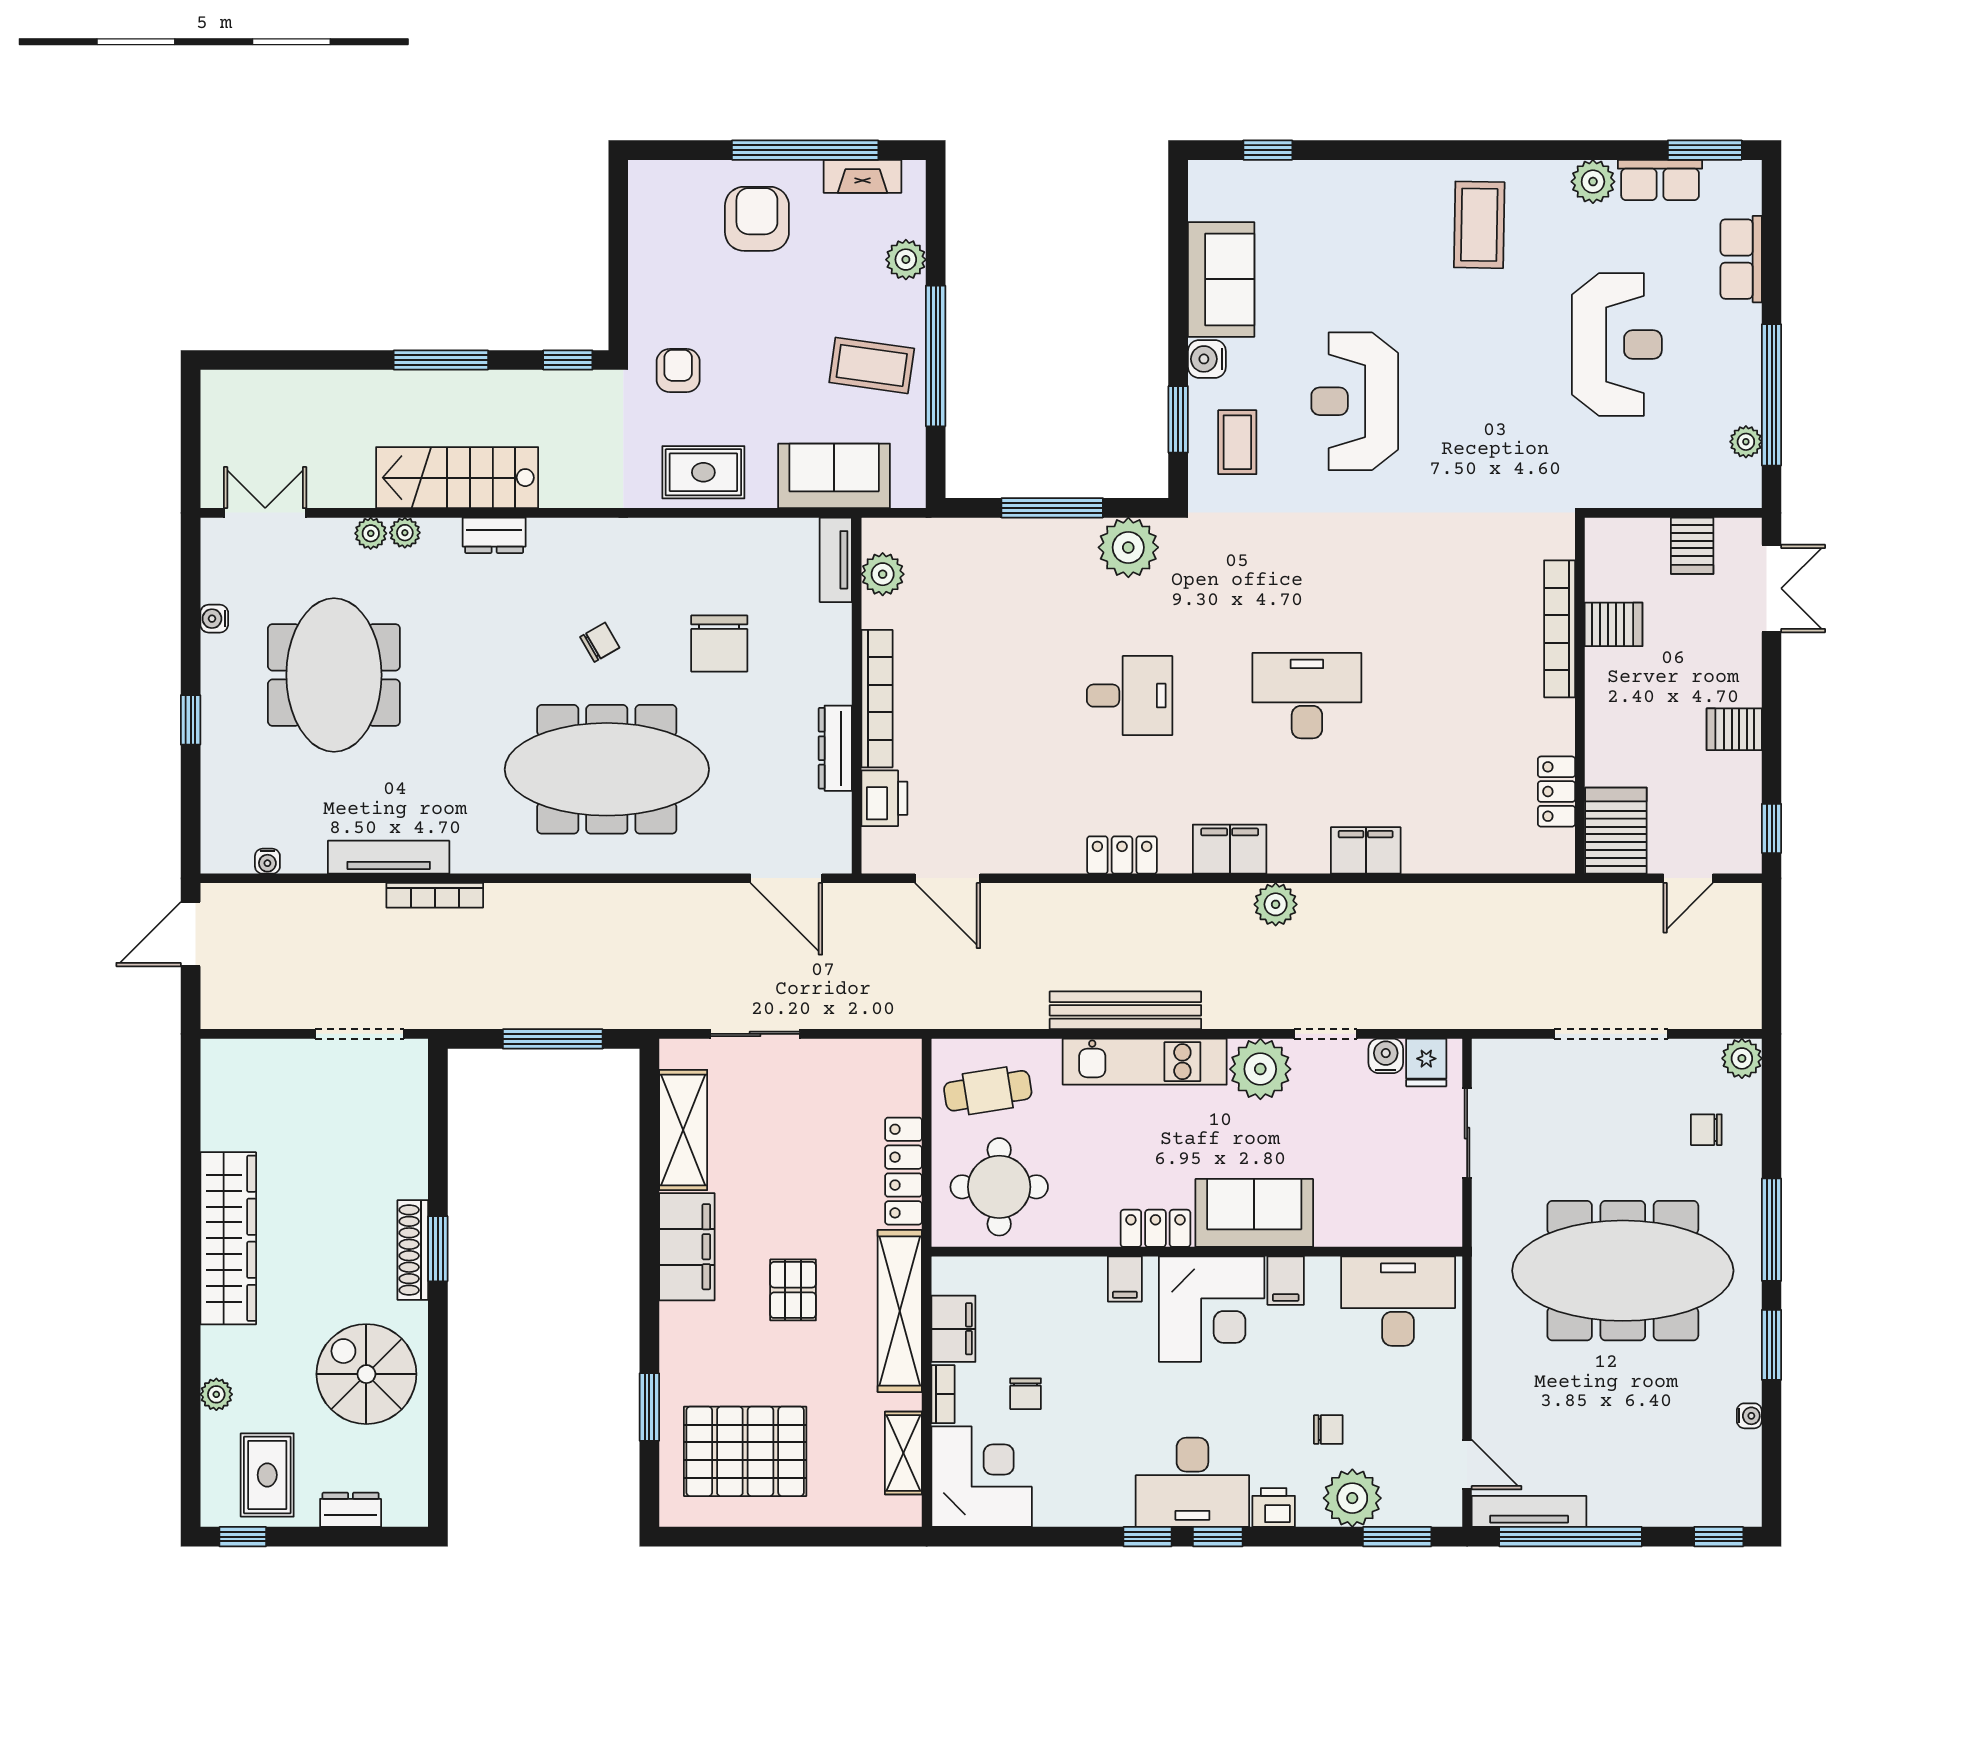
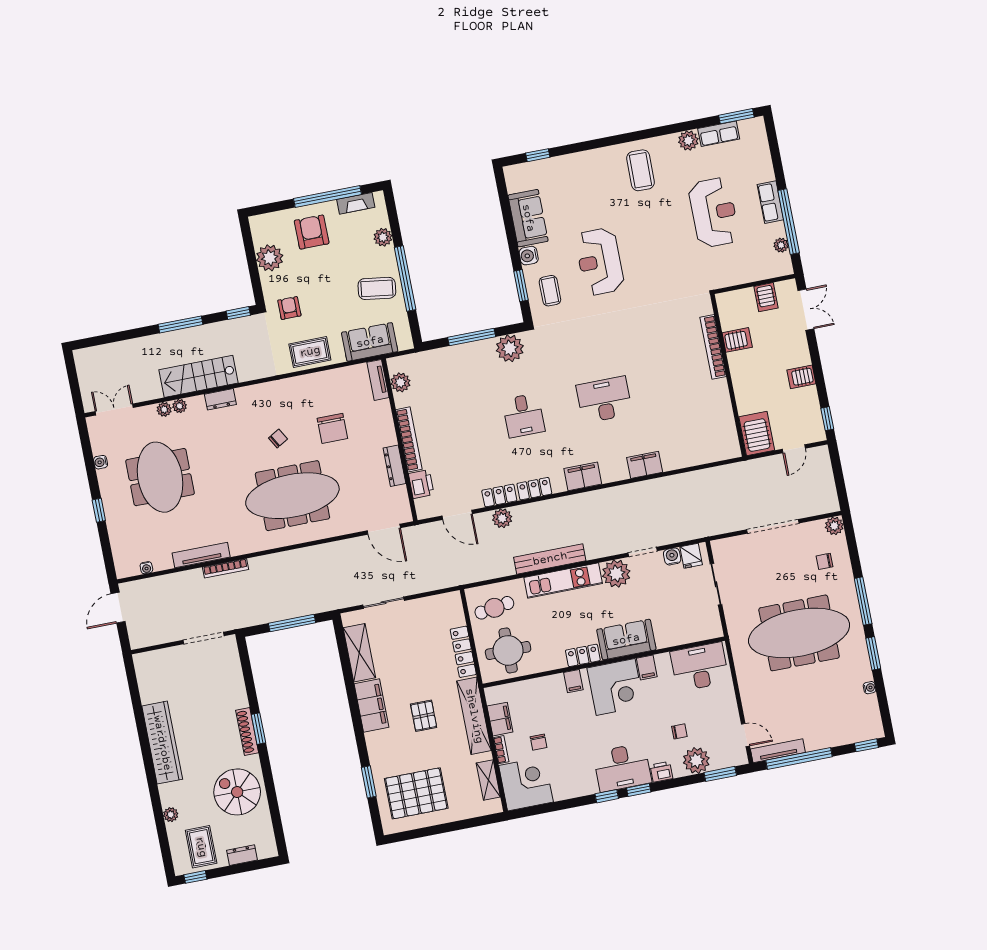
plant: (657, 256) -> (270, 258), added
row of seats: (1741, 259) -> (770, 202), moved
desk: (1130, 696) -> (524, 416), turned 90
locker: (1556, 792) -> (499, 496), moved, turned 90
plant: (1276, 904) -> (502, 518), moved

